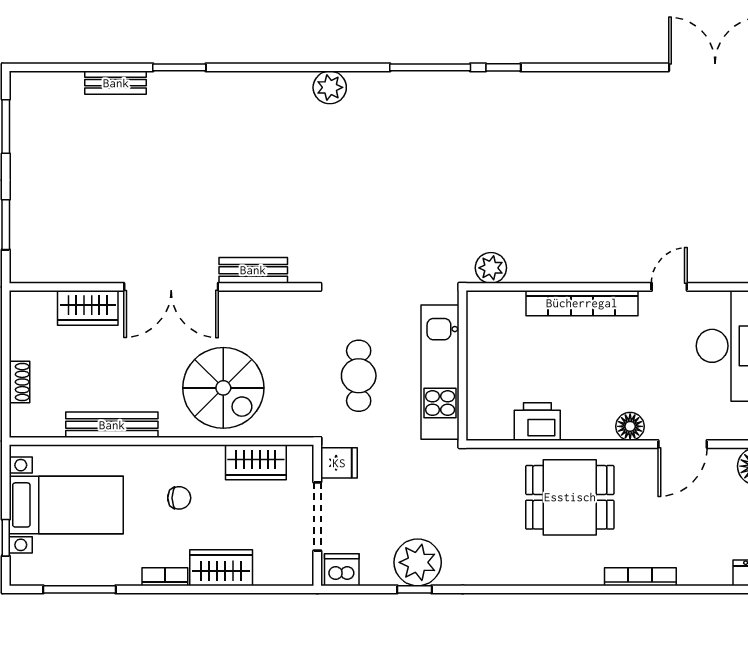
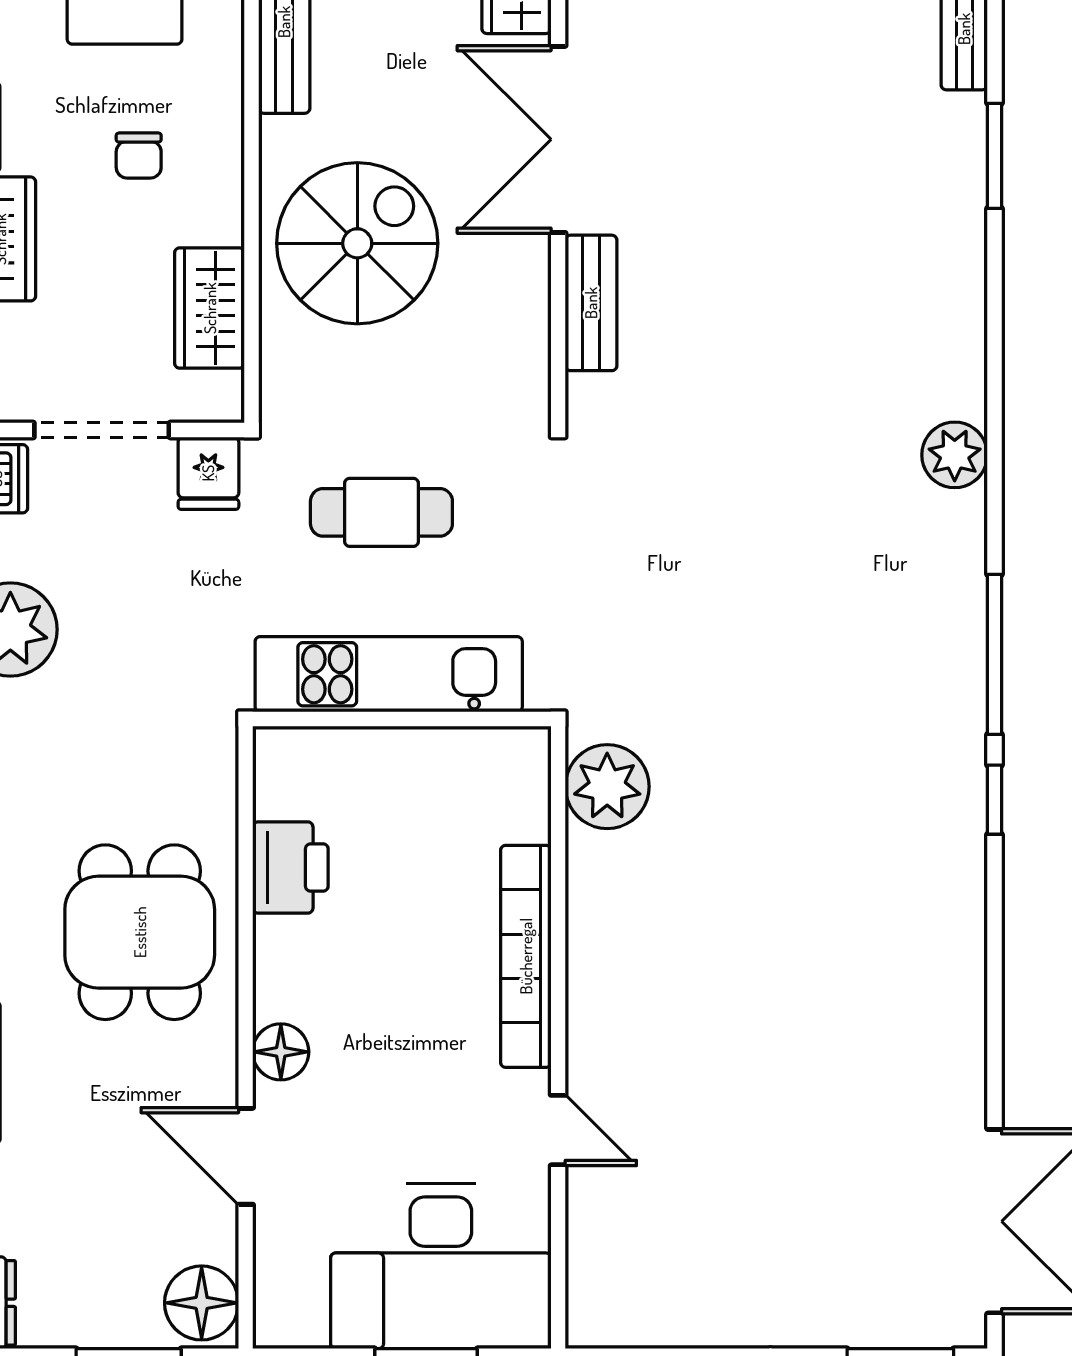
plant: (491, 268) -> (607, 787), width x1.36, depth x1.36
spiral stairs: (223, 388) -> (357, 243), turned 180

